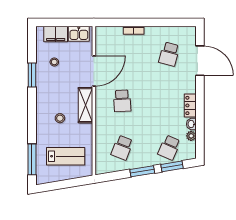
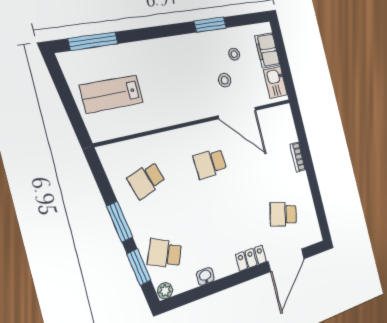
shelving: (86, 105) -> (191, 110), removed
locker: (190, 105) -> (251, 258), moved
stool: (60, 118) -> (225, 80), moved
plant: (191, 136) -> (165, 291), moved
school desk: (122, 148) -> (146, 180), turned -39
lab bench: (66, 156) -> (112, 94), turned 90

